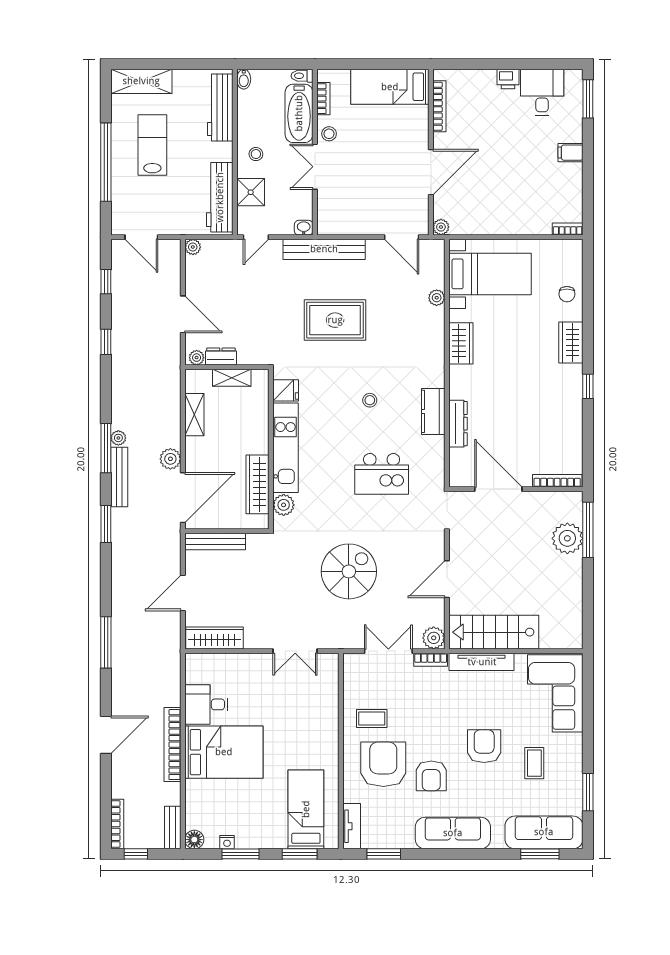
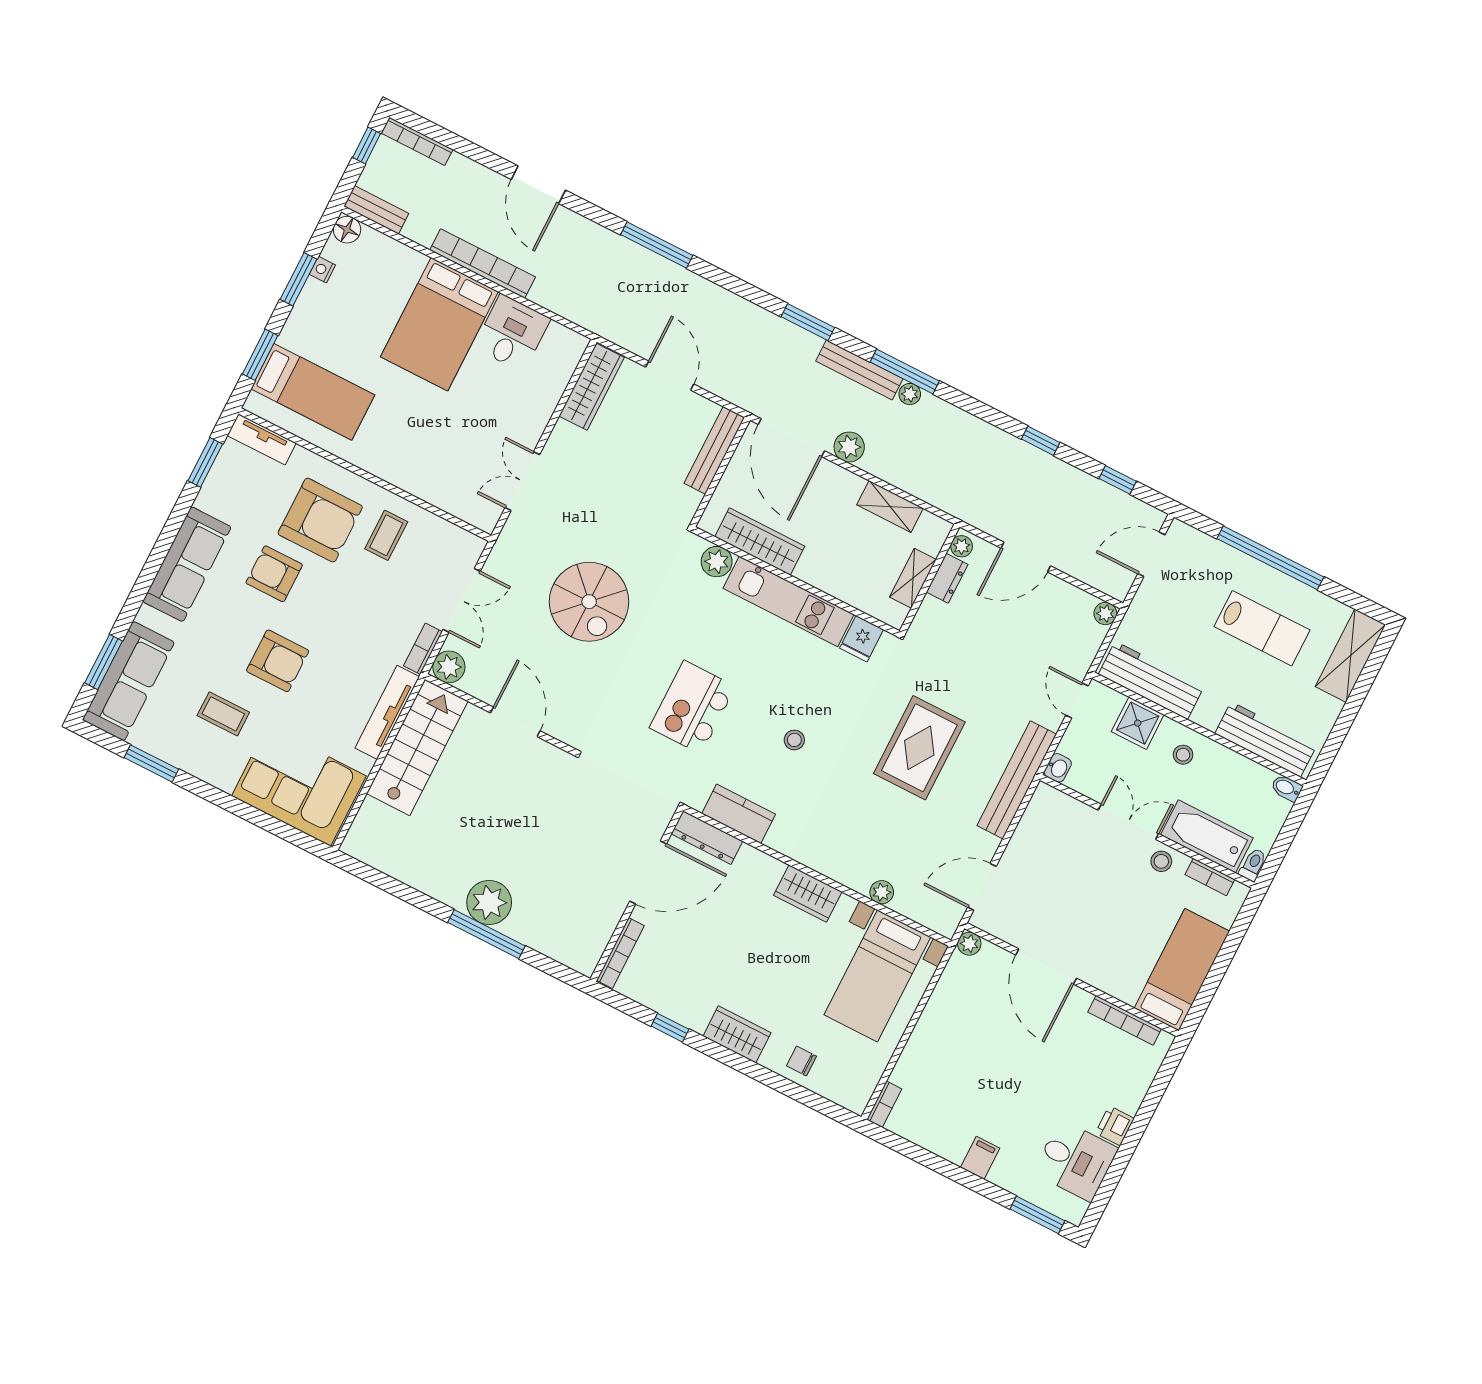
bookcase: (557, 481) -> (620, 953), moved
door: (498, 489) -> (648, 873), moved
wall: (516, 489) -> (637, 895), moved

